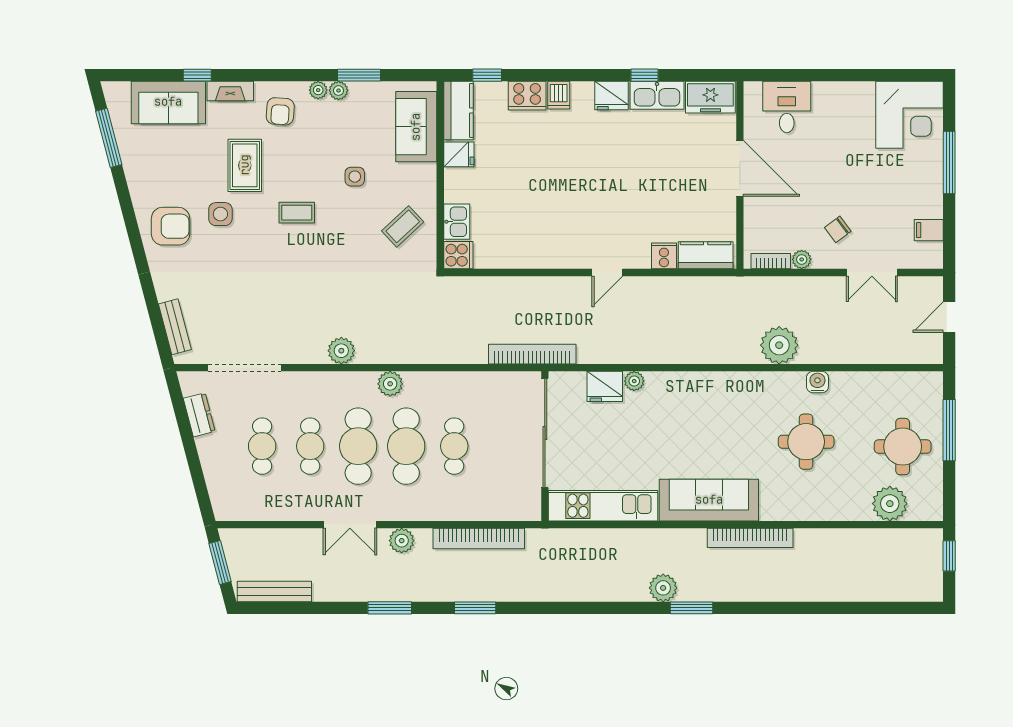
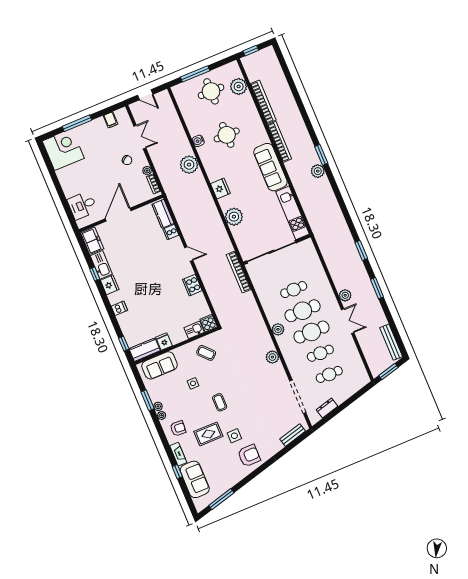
cooker: (527, 96) -> (192, 285), moved, turned 180
armchair: (171, 226) -> (249, 456), turned 90
plant: (634, 381) -> (234, 217), width x1.87, depth x1.87
fridge: (605, 386) -> (220, 189), moved
bookcase: (479, 538) -> (263, 102), moved

